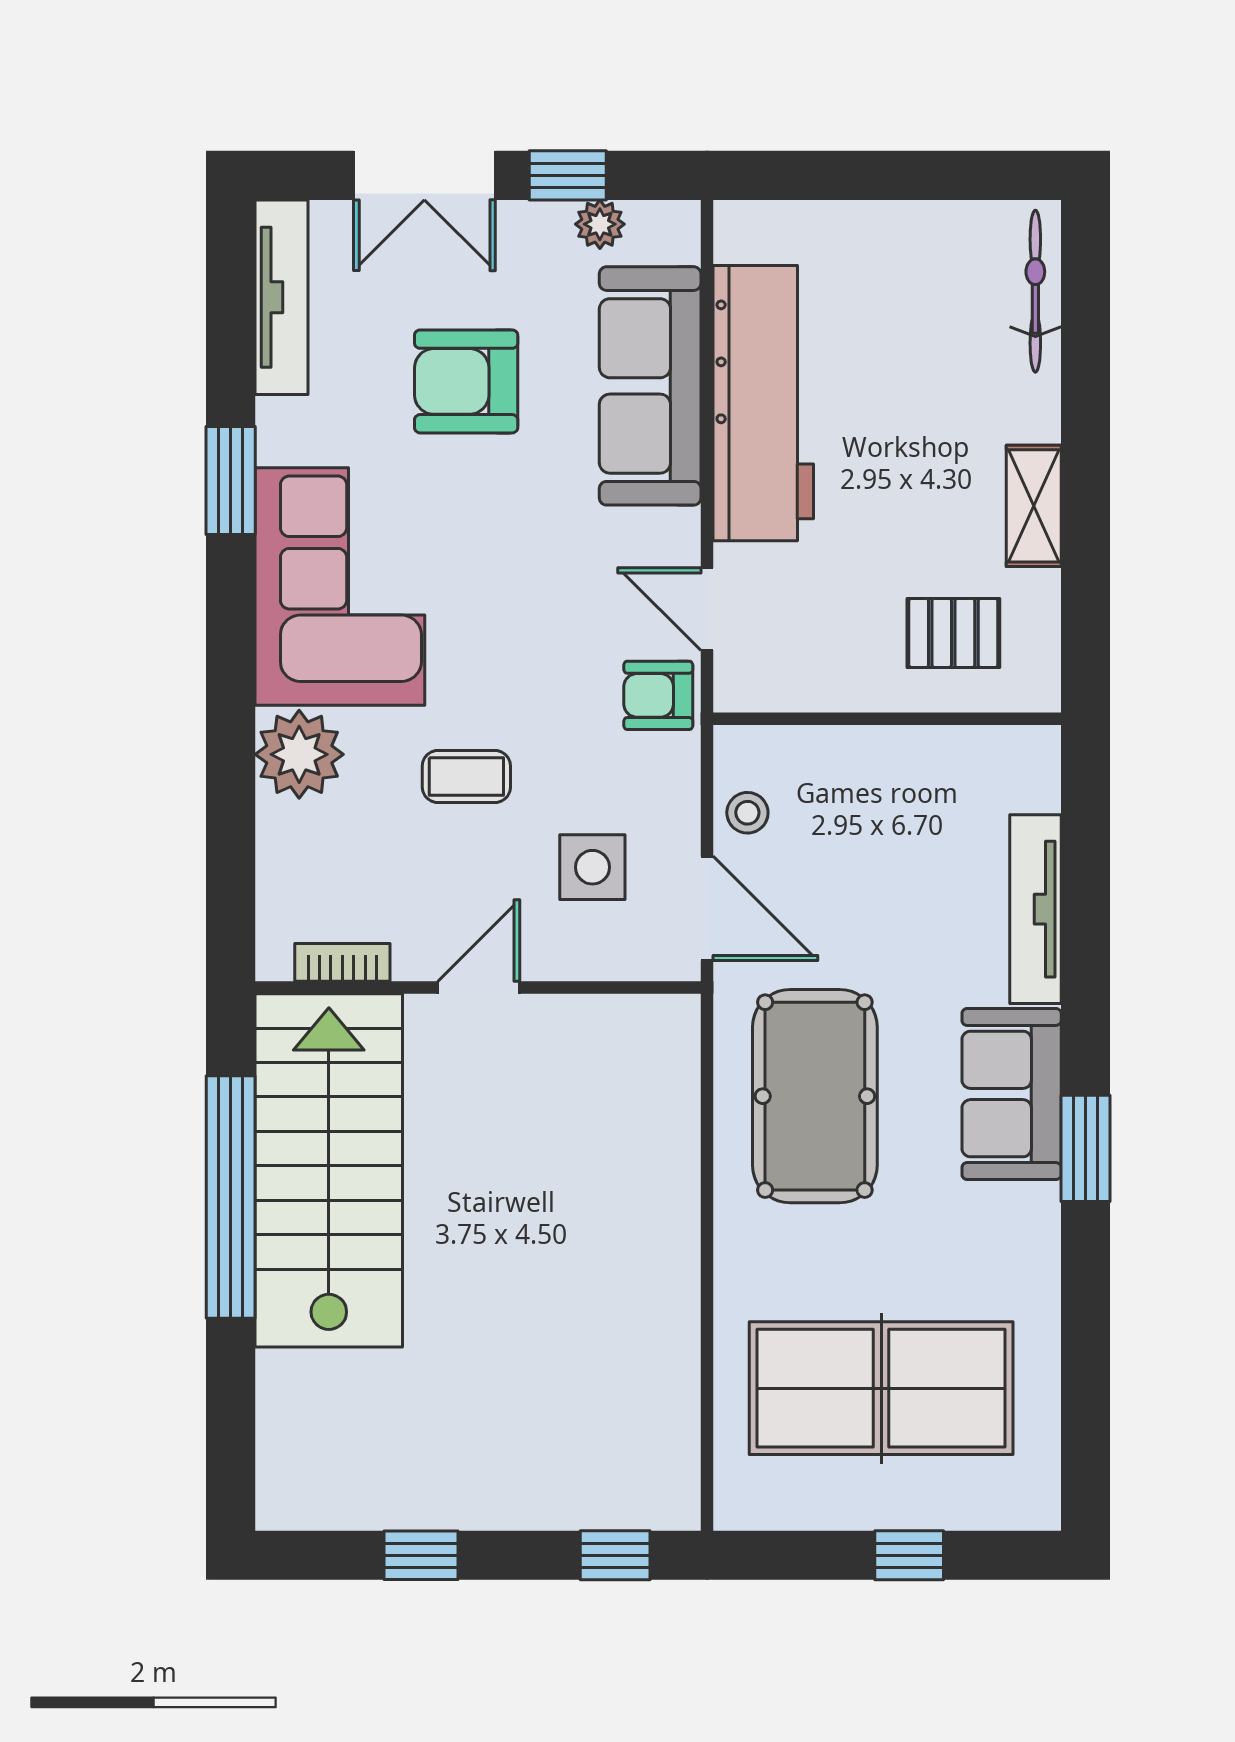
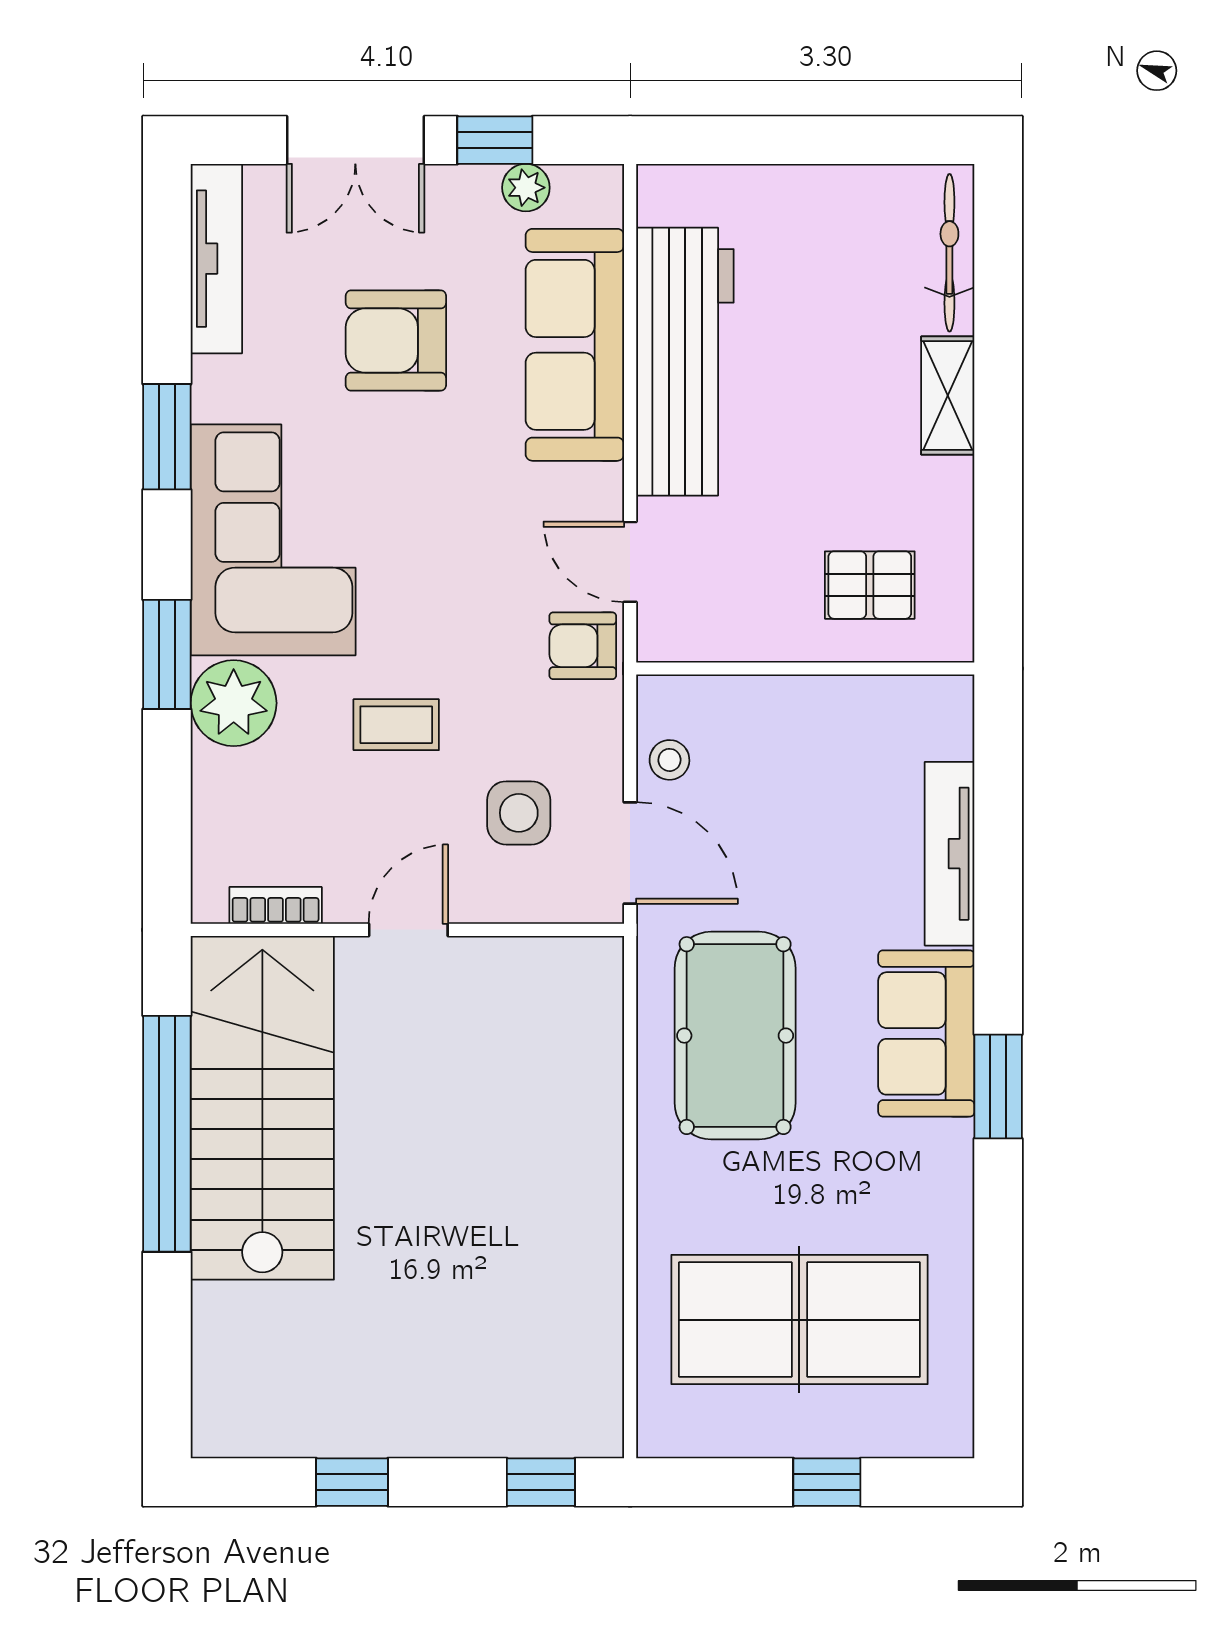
shelving: (1034, 506) -> (948, 396), moved
window: (231, 704) -> (167, 654), added

